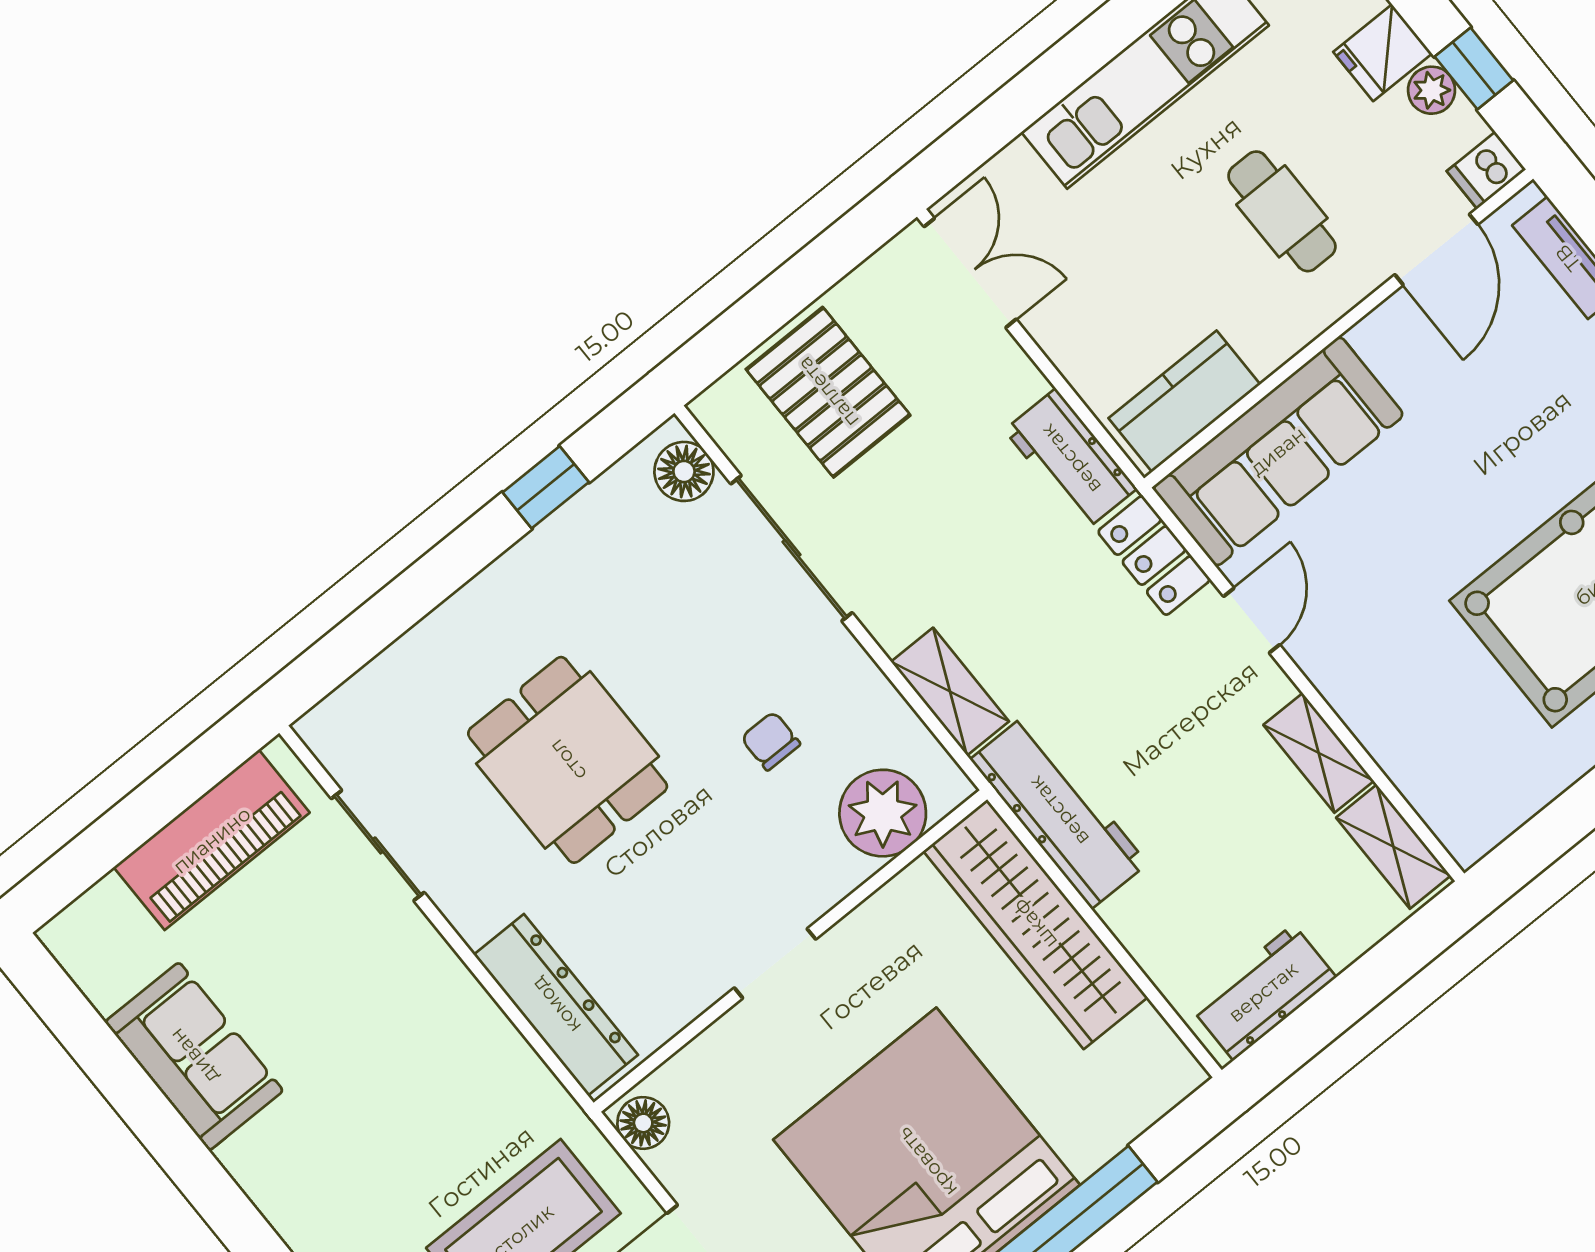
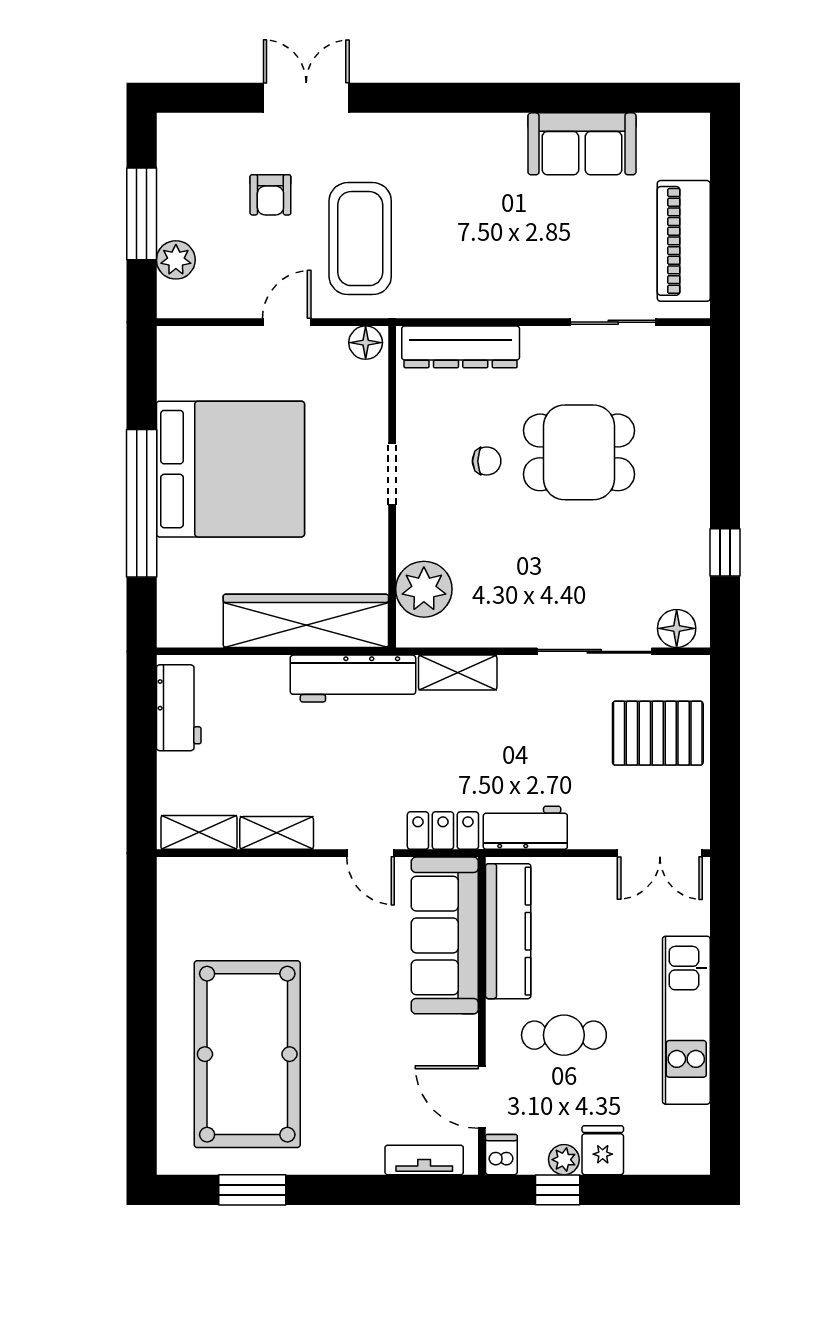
kitchen counter: (1184, 401) -> (508, 931), width x1.50
chair: (771, 741) -> (487, 461), moved

